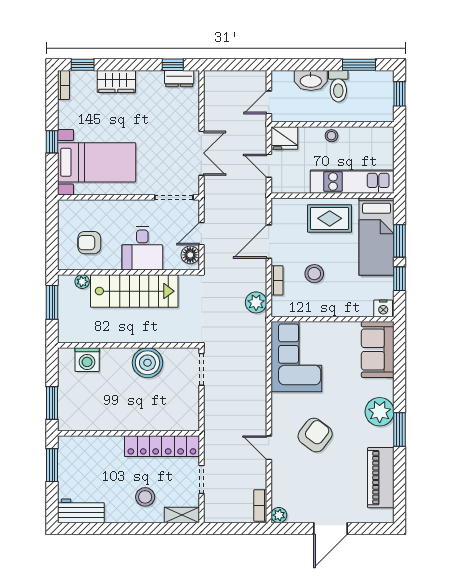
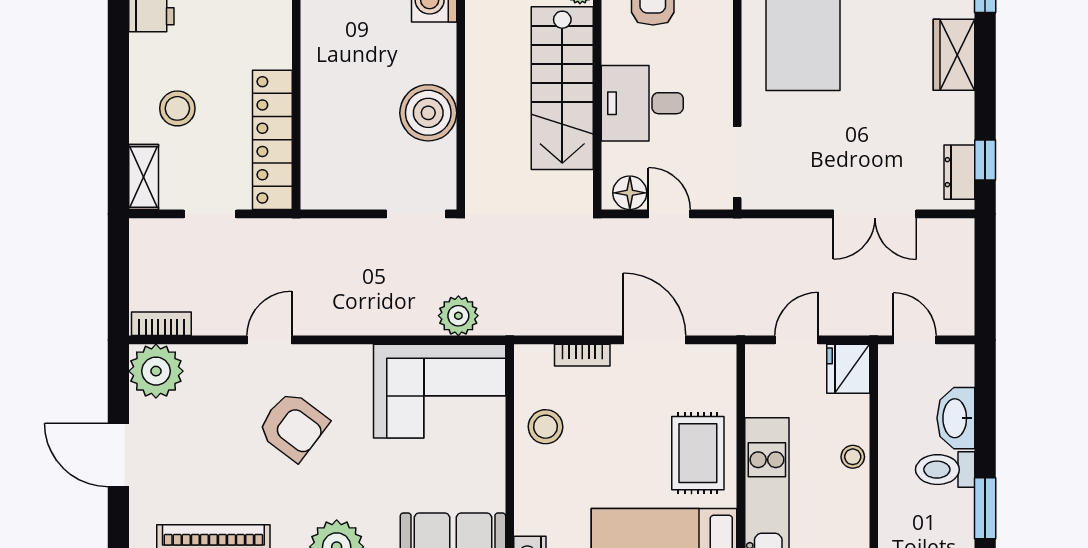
double door: (201, 153) -> (875, 214), moved
stool: (314, 274) -> (545, 427), moved
plant: (256, 302) -> (458, 316), moved
plant: (279, 515) -> (156, 371), width x1.87, depth x1.87

